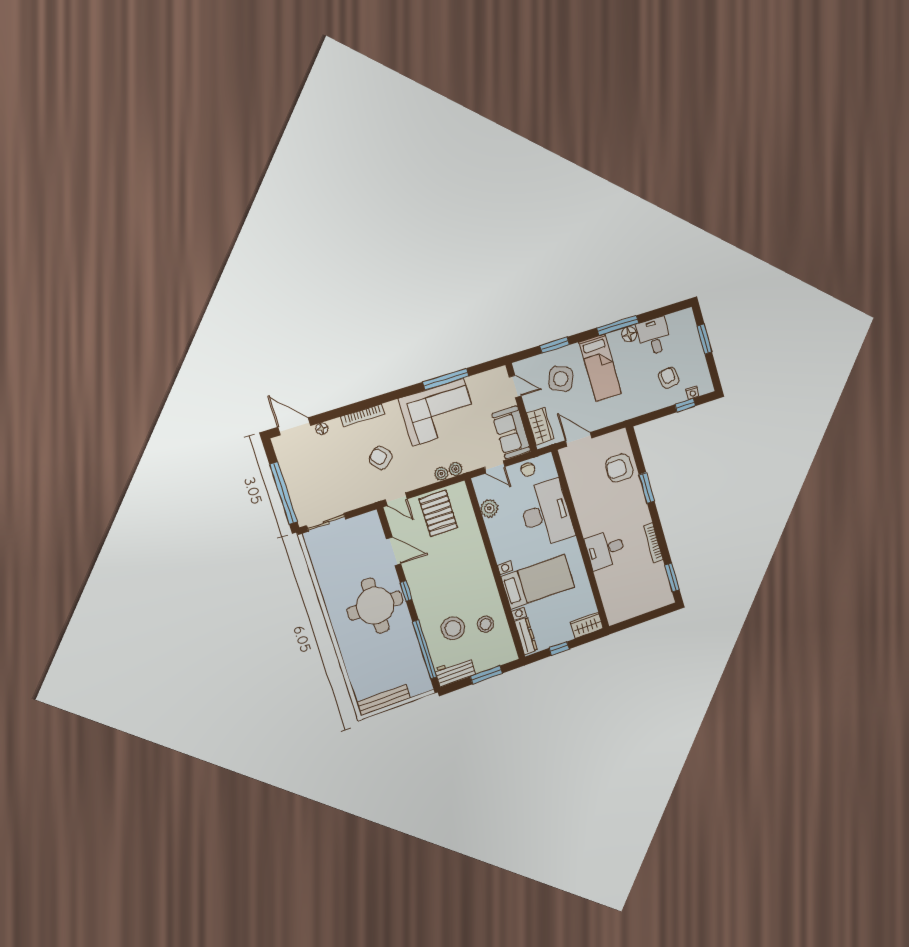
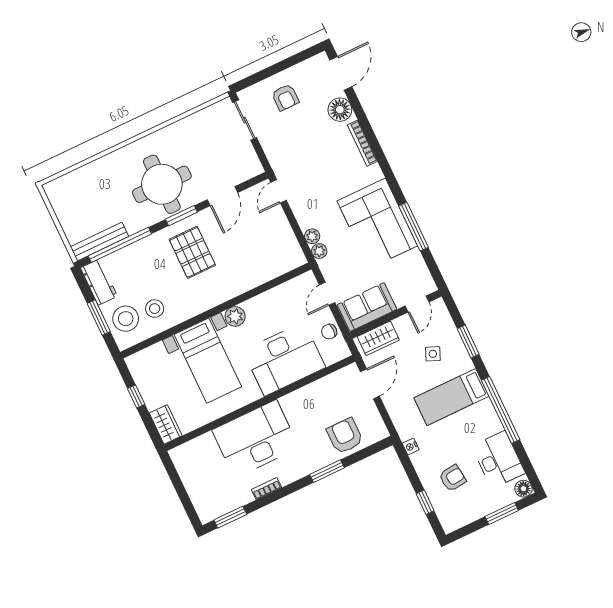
window: (618, 325) -> (501, 410), width x1.46
floor lamp: (629, 334) -> (523, 489), moved
desk: (654, 336) -> (498, 460), width x1.37
side table: (561, 379) -> (433, 354), width x0.54, depth x0.54
nightstand: (693, 393) -> (411, 446), moved
floor lamp: (322, 429) -> (340, 110), width x1.89, depth x1.89
armchair: (380, 458) -> (285, 97), moved, turned 131
window: (284, 493) -> (270, 72), removed
plant: (489, 508) -> (235, 316), moved
pallet: (438, 513) -> (192, 252), moved, turned 90
bookcase: (653, 543) -> (266, 489), width x0.64
desk: (605, 549) -> (255, 439), width x1.87, depth x1.30
window: (406, 591) -> (181, 216), width x1.50
stool: (453, 628) -> (126, 319), moved
dresser: (526, 636) -> (146, 356), removed
bench: (384, 700) -> (99, 242), moved, turned 90

